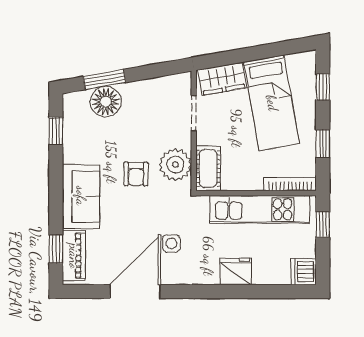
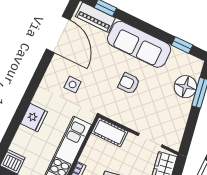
plant: (175, 165) -> (123, 112), removed
sofa: (81, 196) -> (139, 44), width x1.36
door: (135, 292) -> (58, 34), moved

